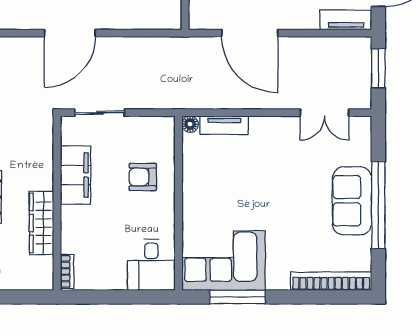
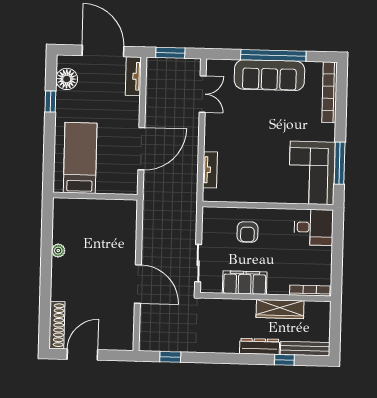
floor lamp: (190, 124) -> (209, 195), removed
sofa: (352, 201) -> (269, 75), width x1.36
bookcase: (67, 271) -> (310, 291), width x1.56

